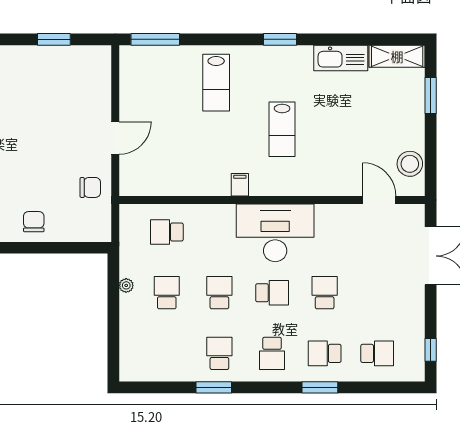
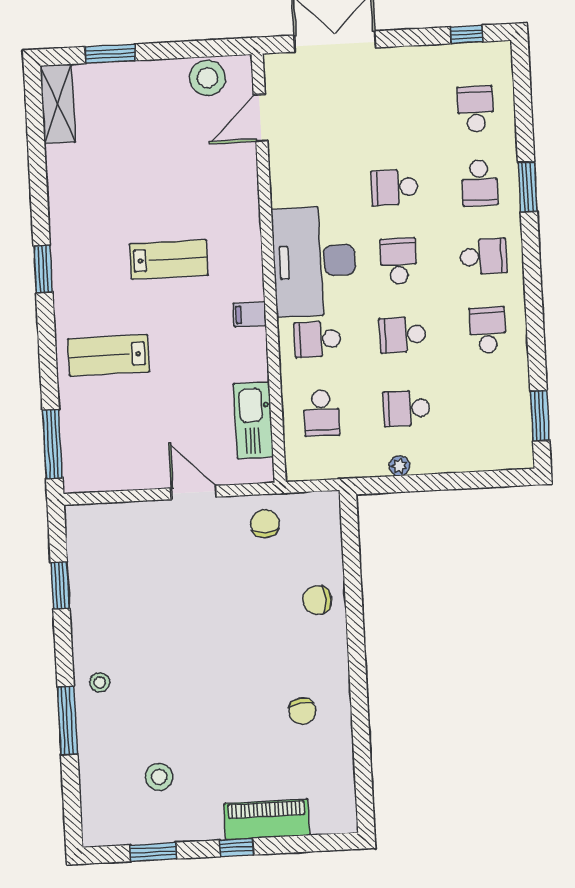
kitchen sink: (341, 58) -> (253, 420), moved, turned 180
lab bench: (216, 83) -> (109, 355), turned 180
school desk: (219, 232) -> (317, 339), added
school desk: (219, 353) -> (487, 330), turned 90
window: (214, 387) -> (540, 416), moved

